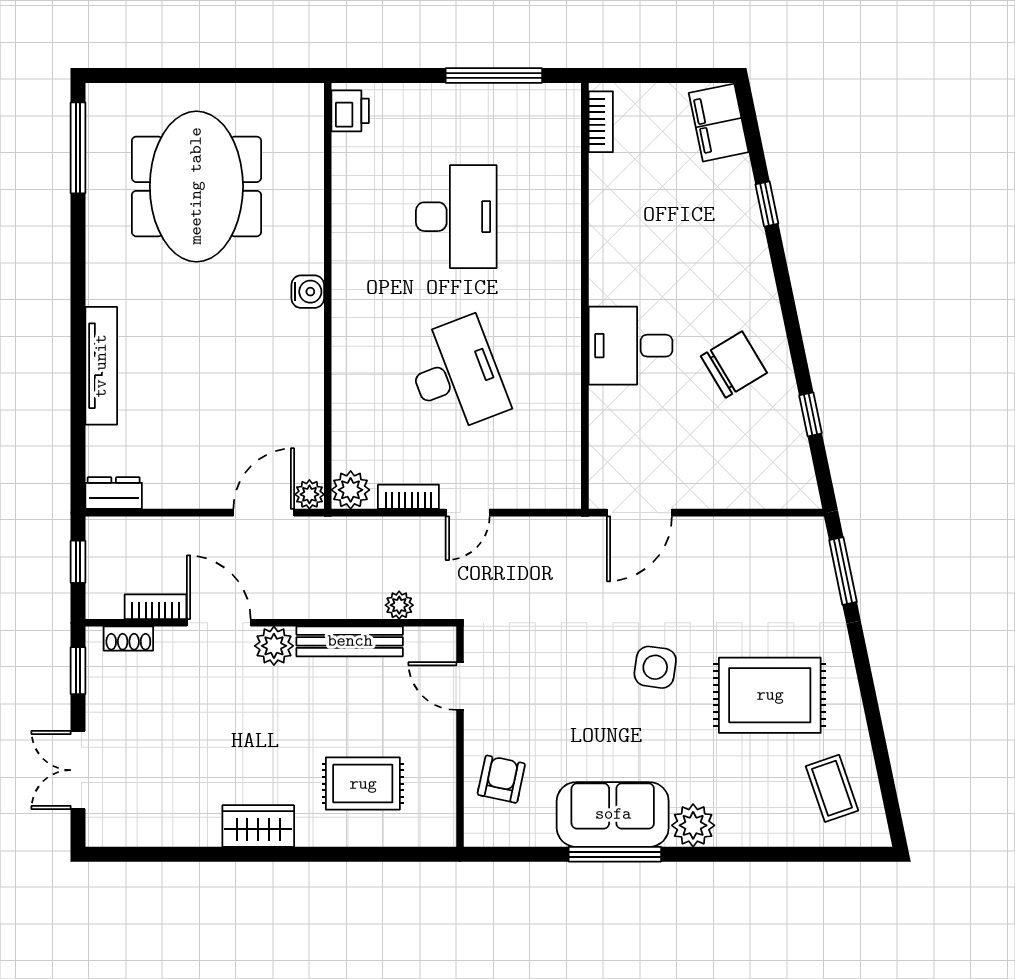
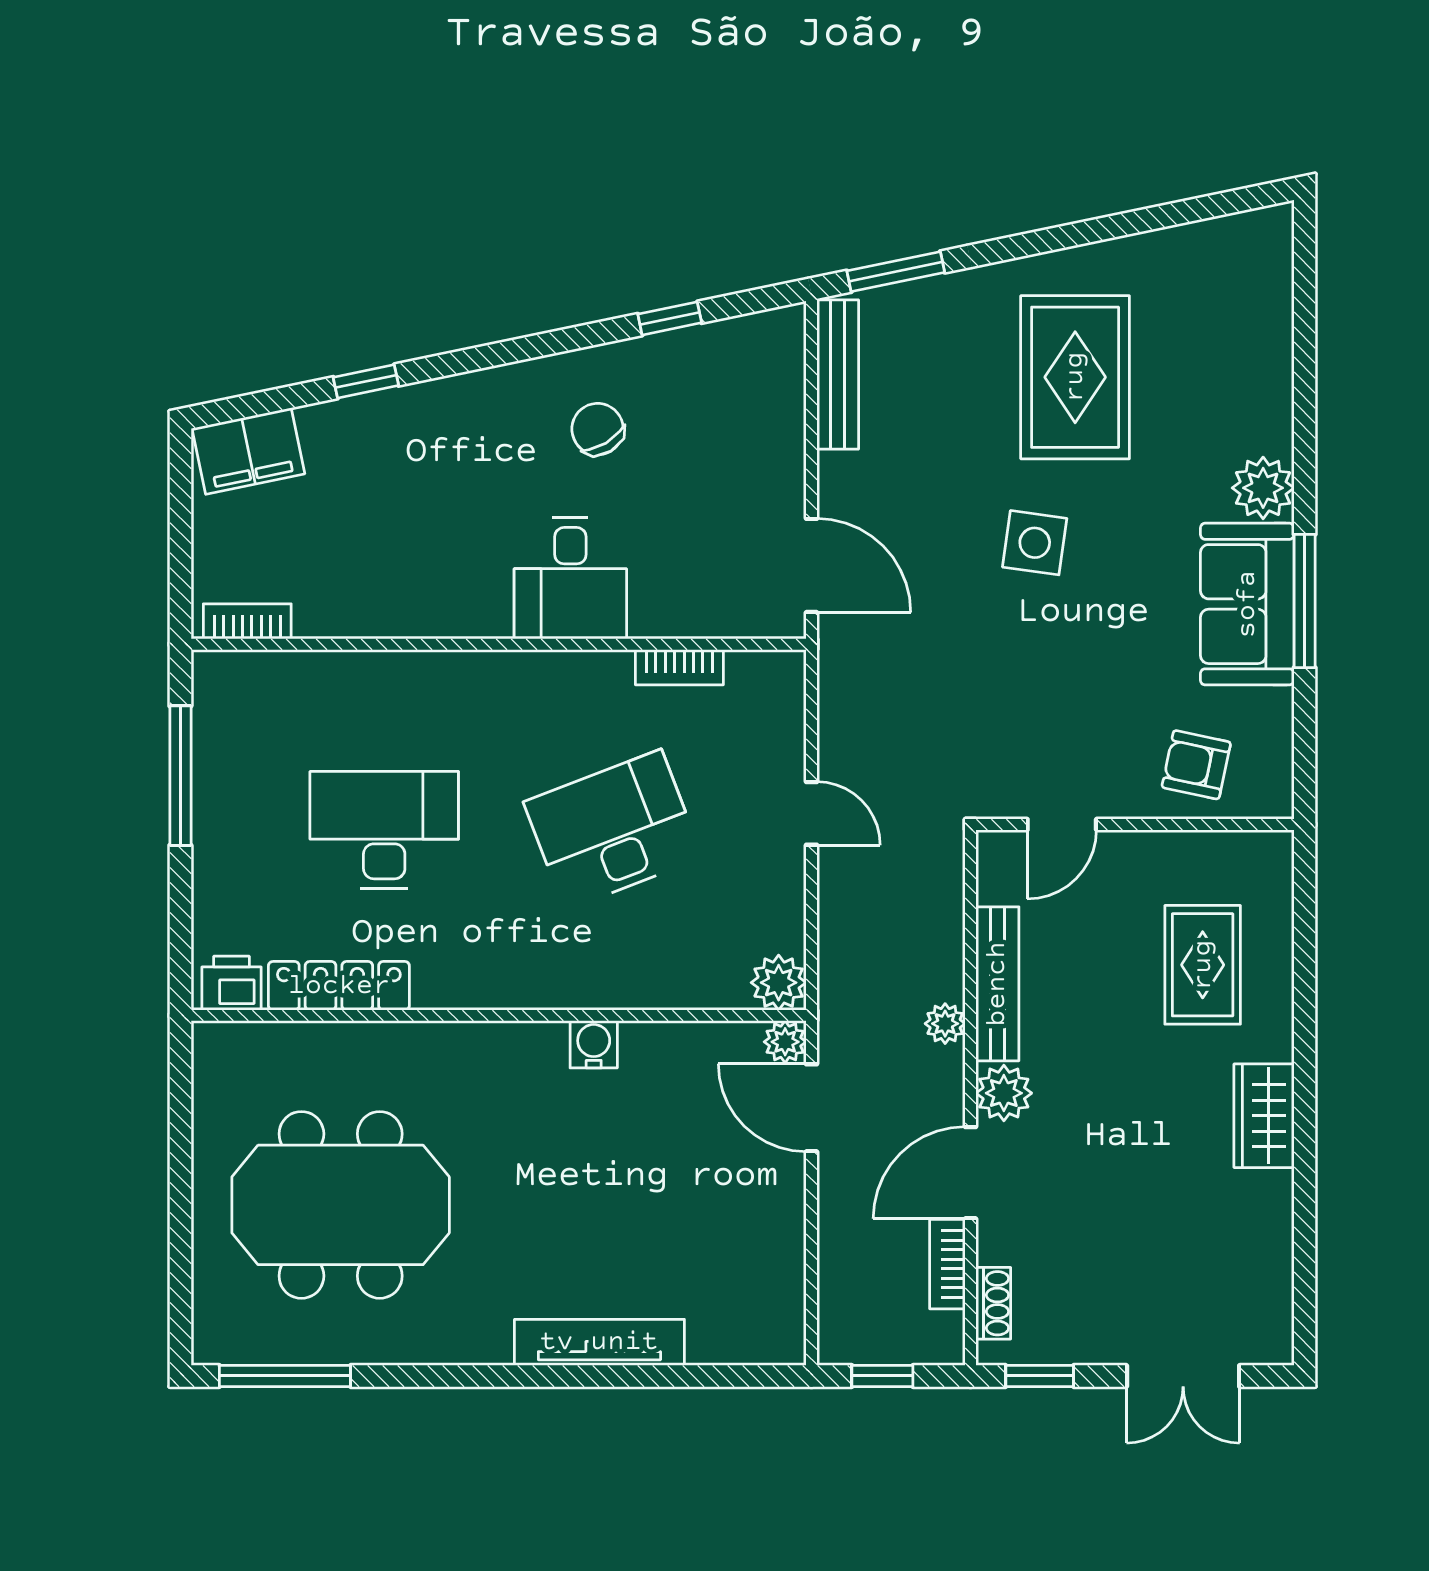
locker: (348, 185) -> (339, 986), added
water cooler: (308, 292) -> (594, 1044), moved
chair: (734, 364) -> (598, 429), width x0.73, depth x0.73
dresser: (114, 493) -> (783, 1325), removed
bookcase: (408, 497) -> (679, 667), moved, turned -90
bench: (772, 531) -> (838, 374), added
plant: (399, 605) -> (945, 1024), moved
coffee table: (832, 788) -> (1210, 287), removed

